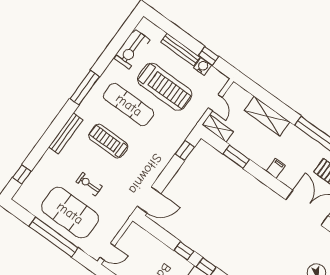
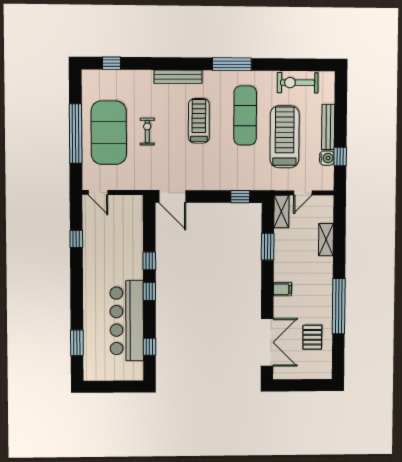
treadmill: (165, 87) -> (285, 137), turned 180
shelving: (267, 116) -> (326, 240), width x0.67, depth x0.75

